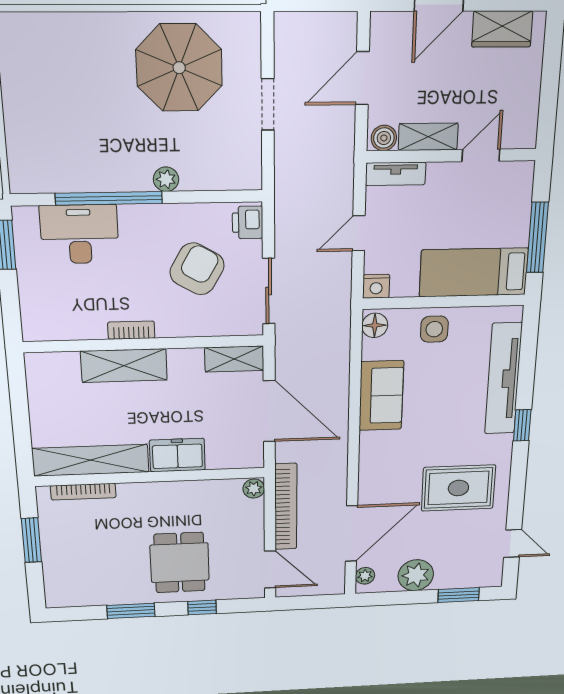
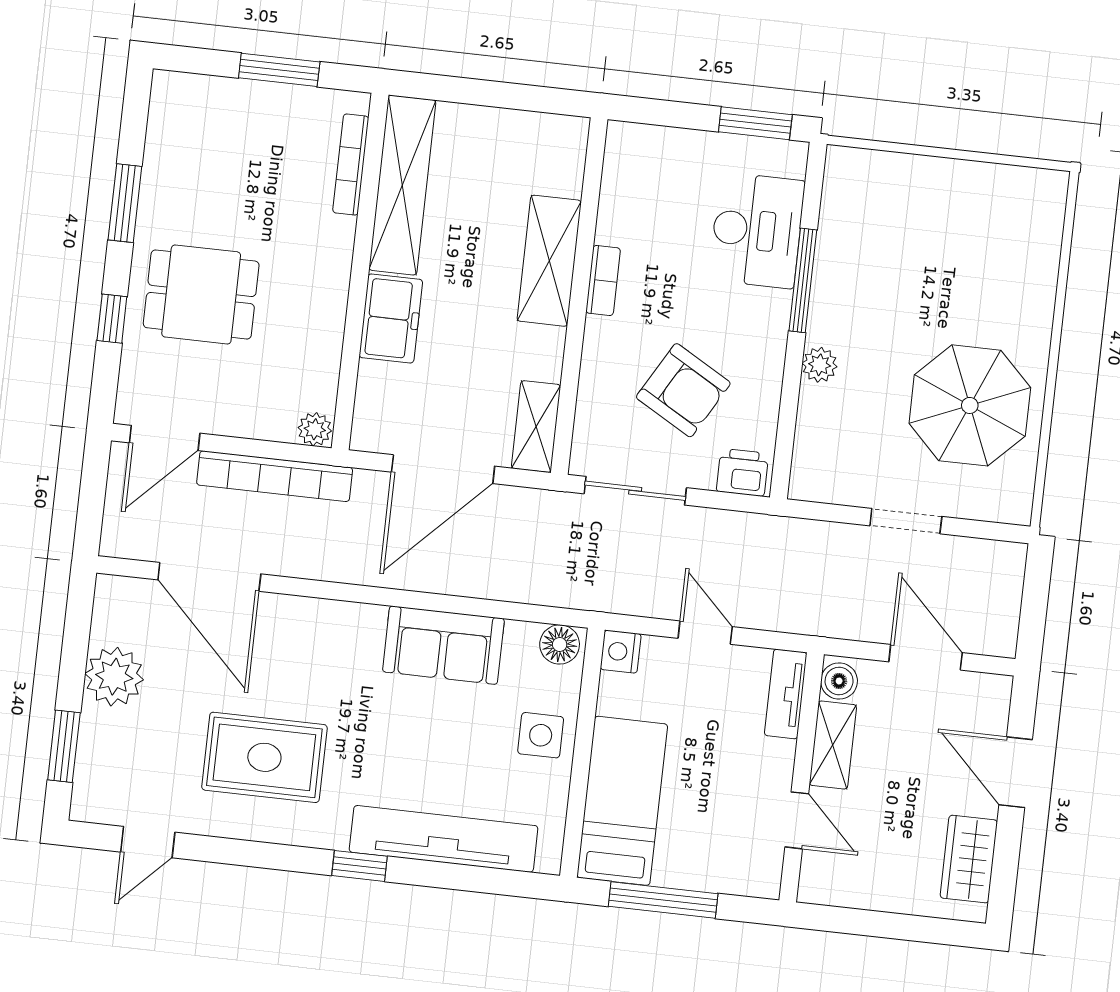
window: (109, 198) -> (803, 280), width x0.68
rug: (458, 488) -> (264, 757), turned 90
plant: (365, 576) -> (127, 592), removed

